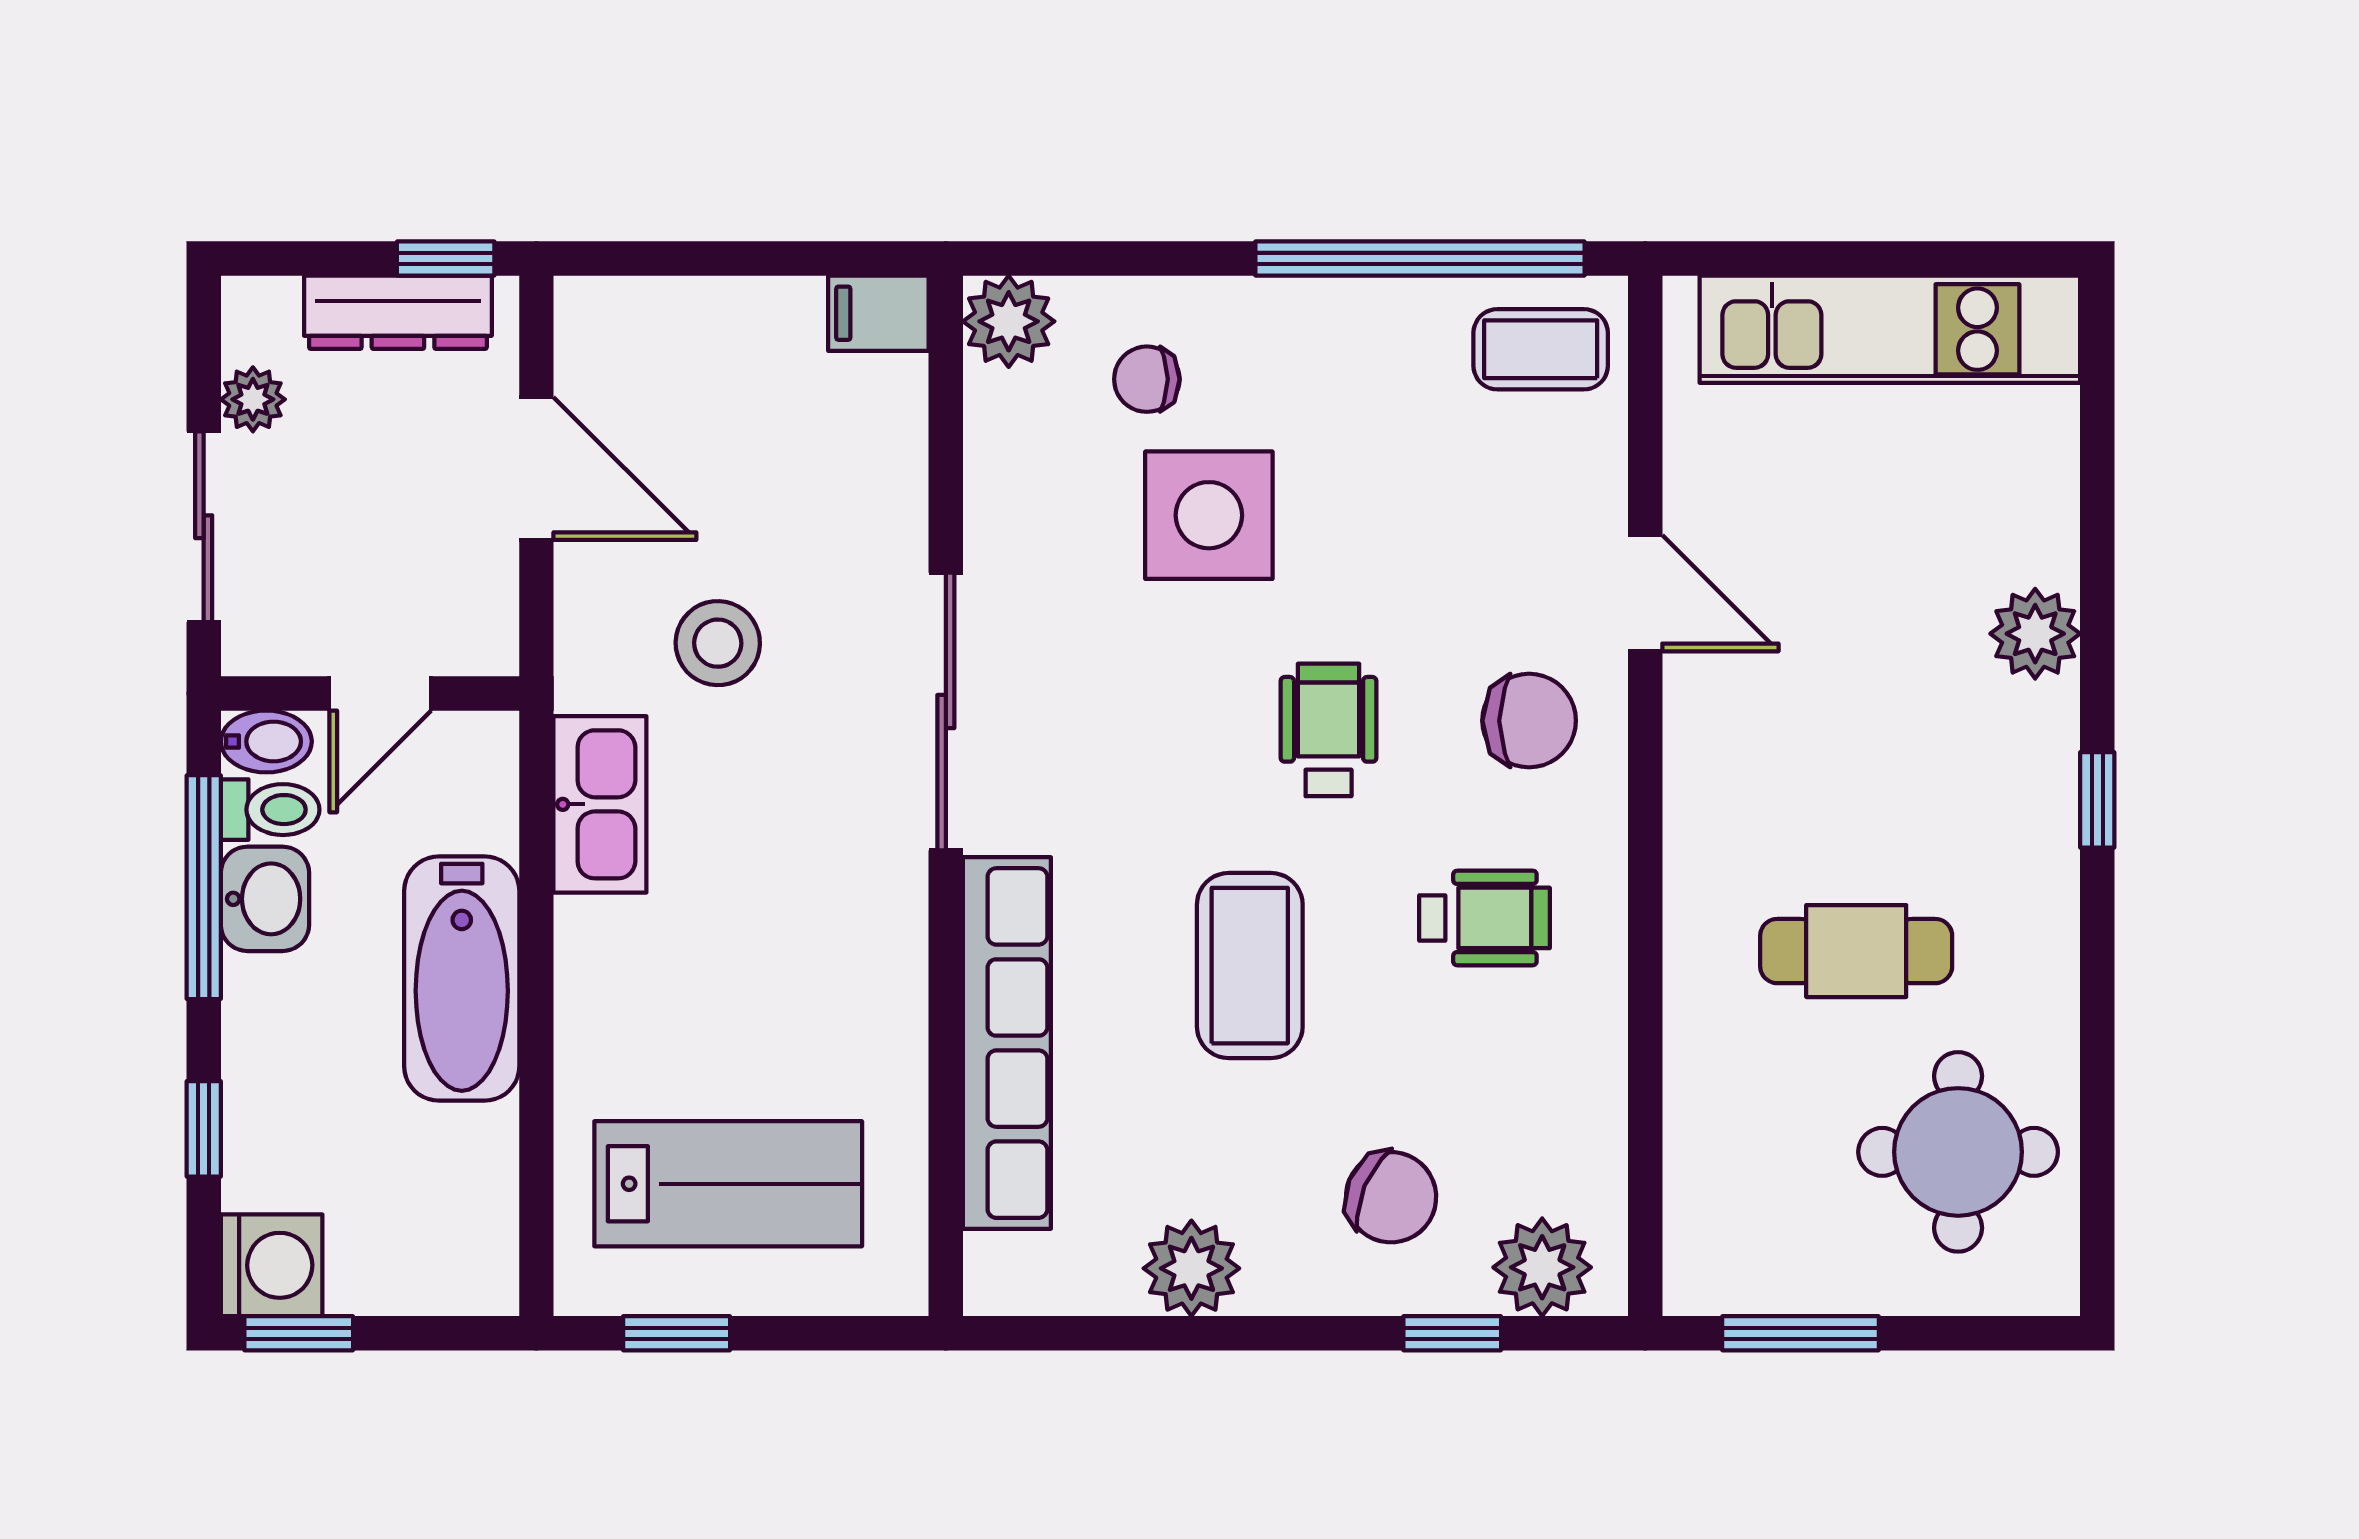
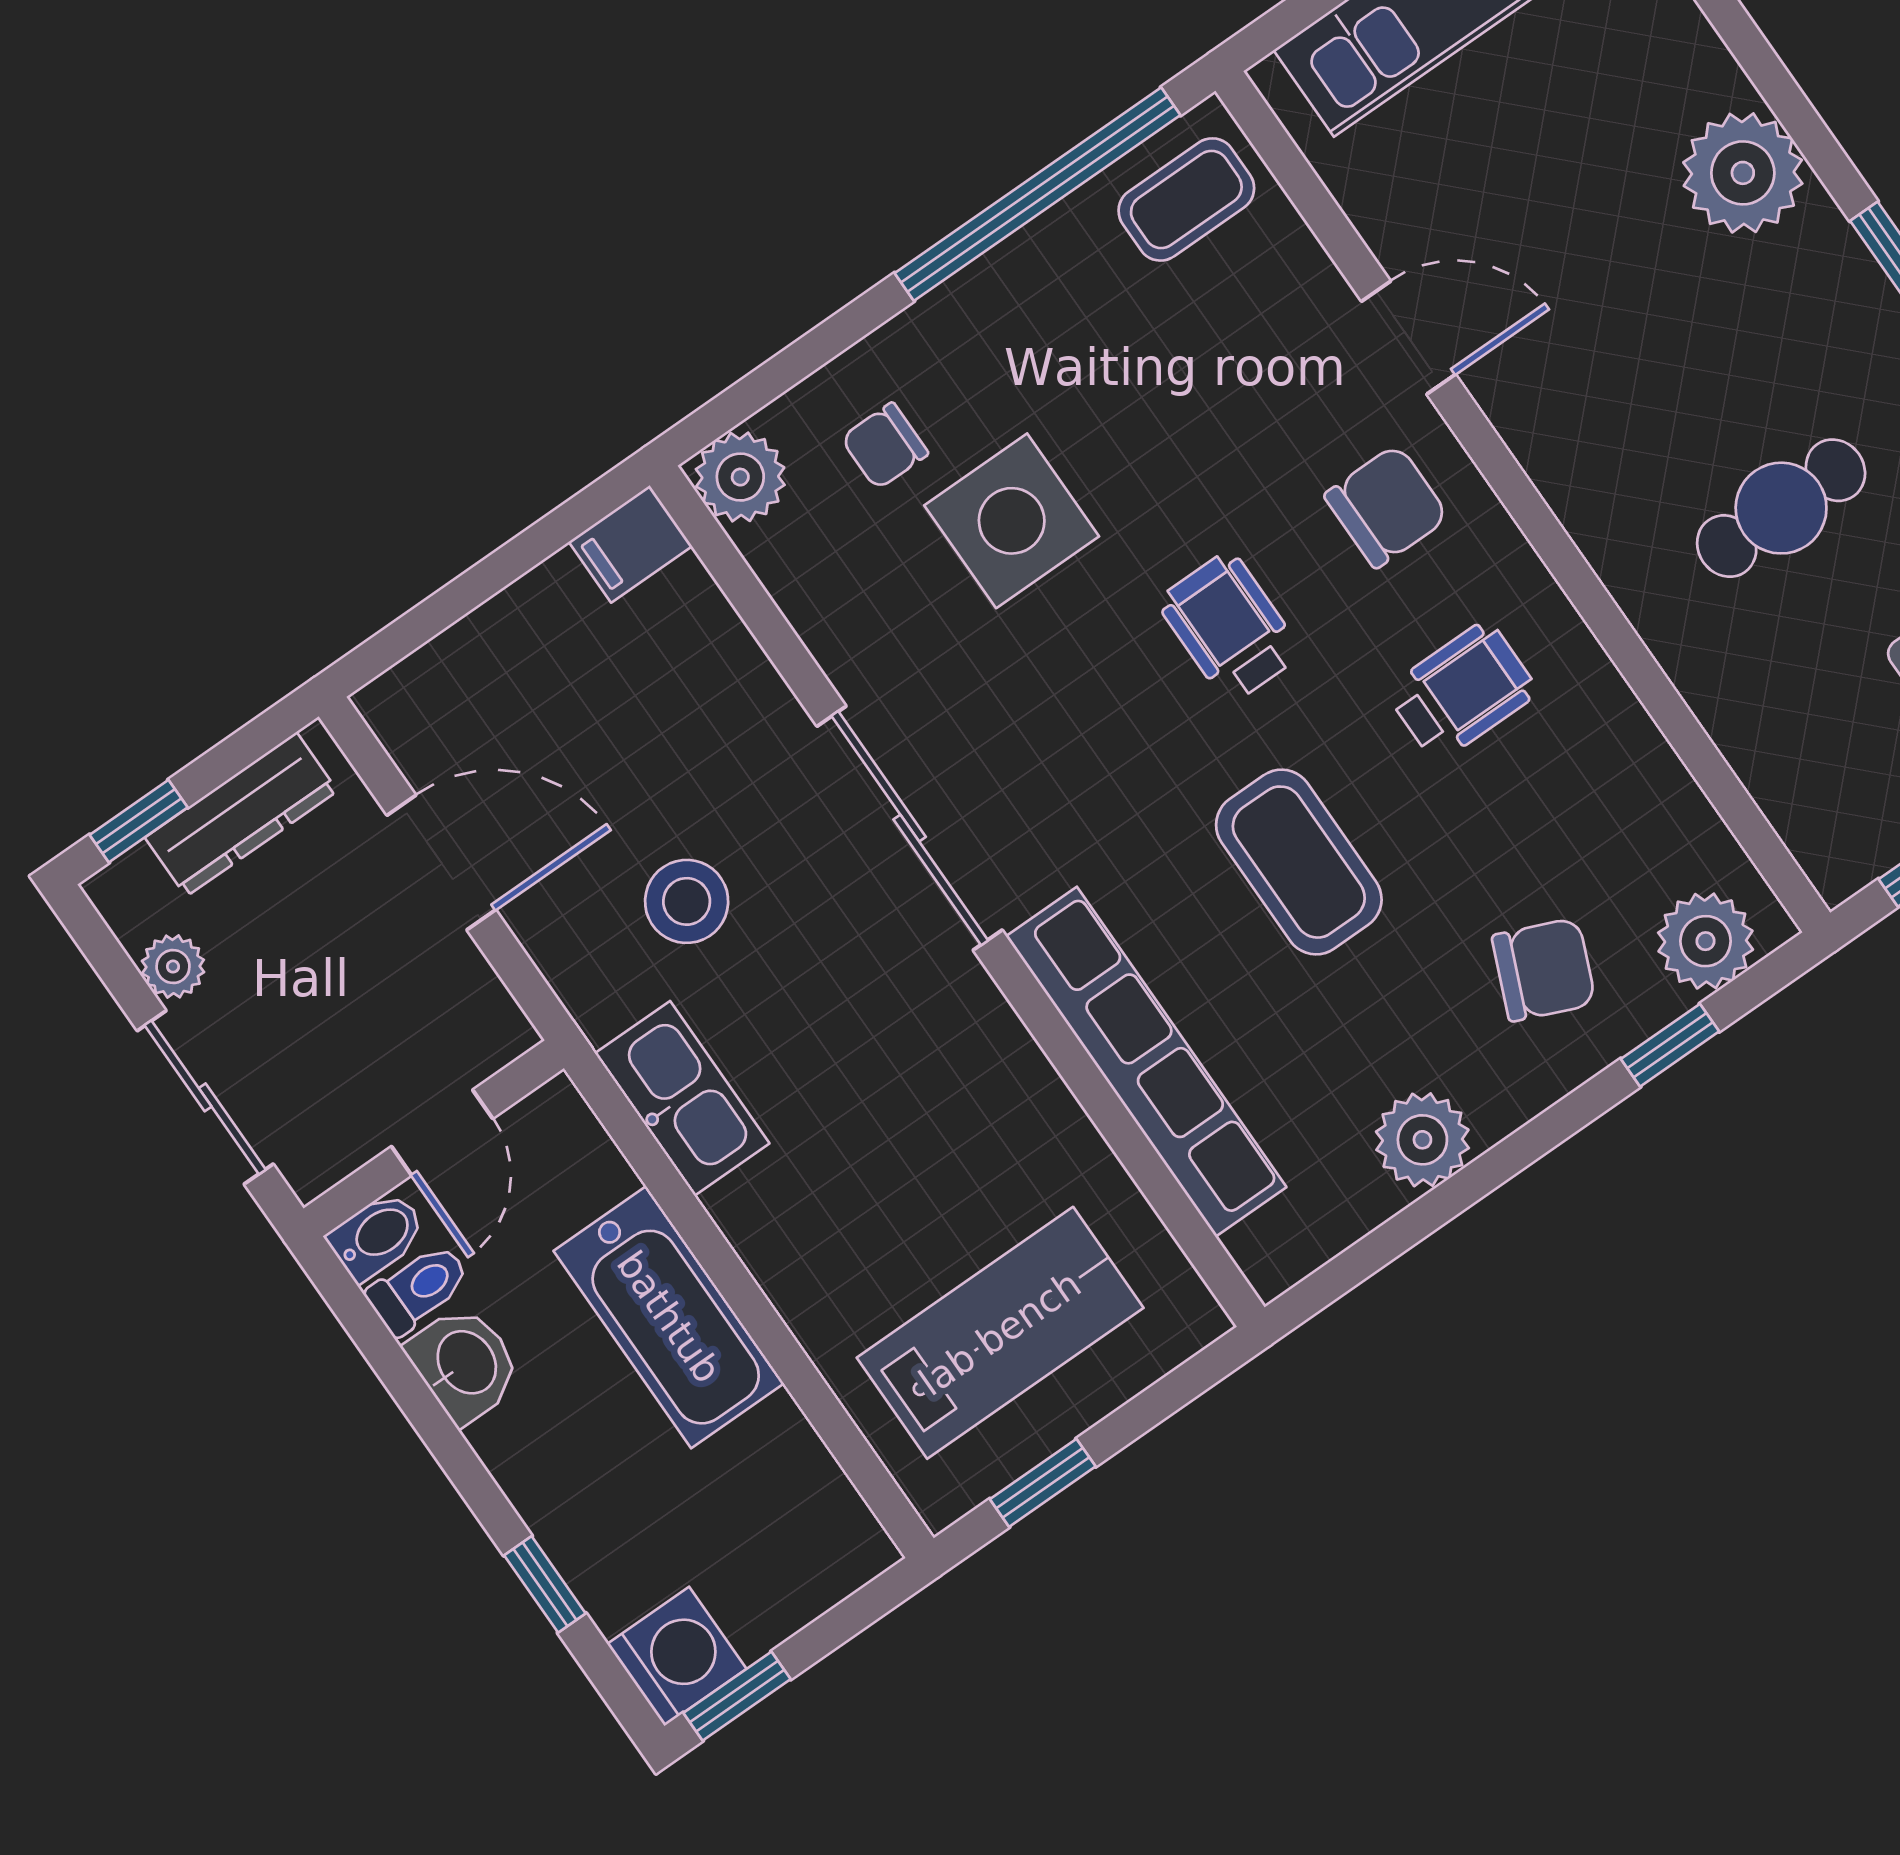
window: (446, 258) -> (139, 821), moved
plant: (2035, 634) -> (1743, 173), width x1.36, depth x1.36
window: (204, 887) -> (409, 1389), removed

